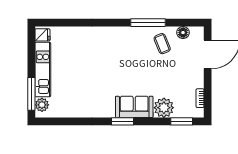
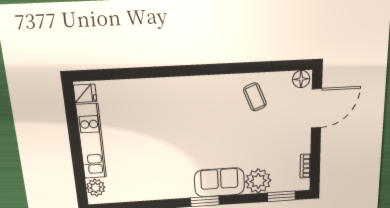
window: (148, 23) -> (234, 68), removed
floor lamp: (183, 33) -> (301, 79), moved
window: (31, 94) -> (79, 175), removed

